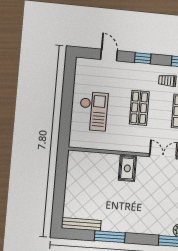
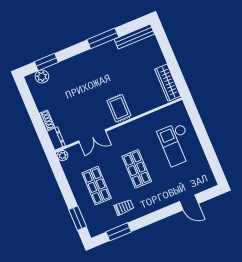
window: (143, 58) -> (157, 216), removed
wardrobe: (73, 169) -> (168, 83), added

